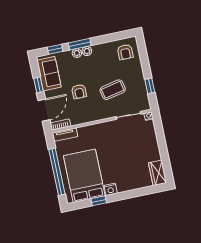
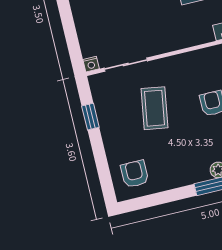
plant: (87, 51) -> (201, 174), removed
coffee table: (113, 90) -> (155, 108), turned -69

